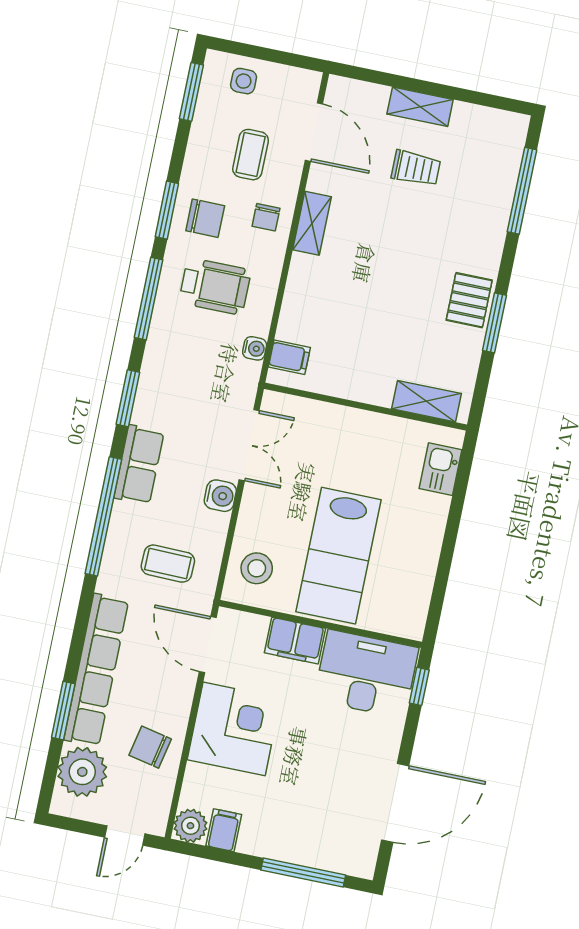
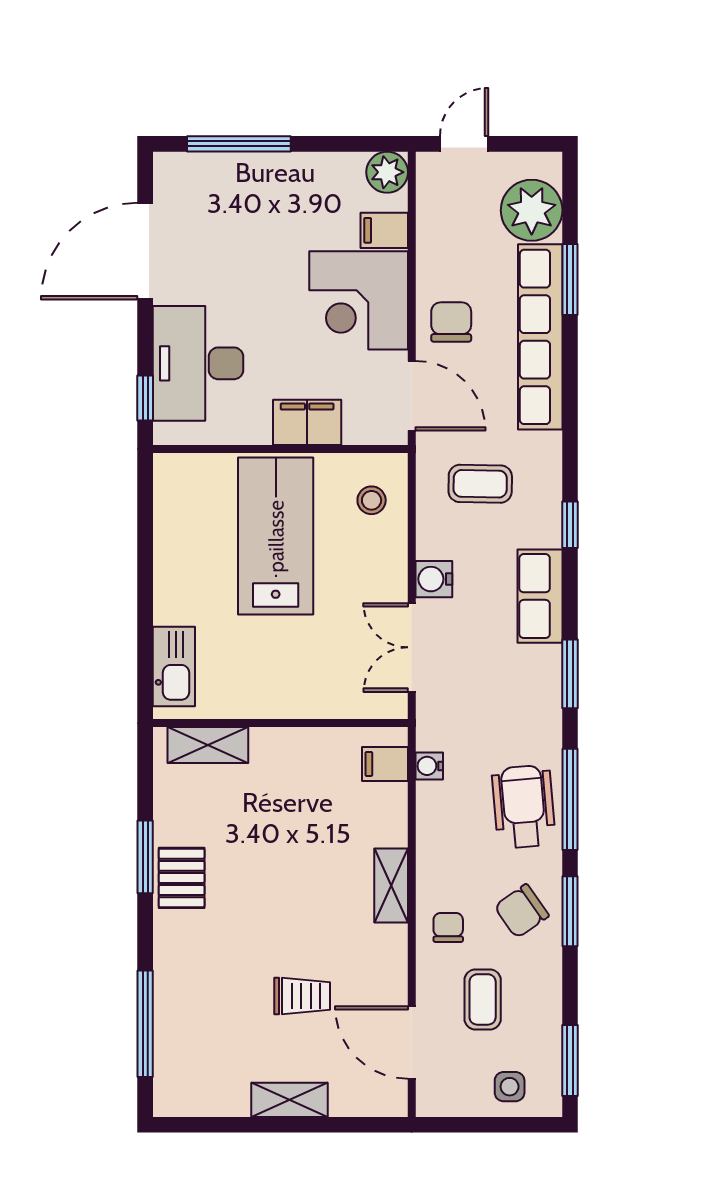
trolley: (416, 168) -> (302, 996), moved, turned 180
chair: (205, 218) -> (522, 911), turned -35
shelving: (312, 223) -> (391, 886), moved
wheelchair: (215, 286) -> (524, 807), moved, turned 85
kitchen sink: (441, 469) -> (174, 666), width x1.38
window: (103, 516) -> (570, 525), width x0.32
stool: (257, 568) -> (372, 500), width x0.73, depth x0.73
desk: (366, 674) -> (198, 363), moved, turned 90
chair: (150, 747) -> (451, 322), moved, turned -102
filing cabinet: (224, 830) -> (384, 230), moved, turned 90

